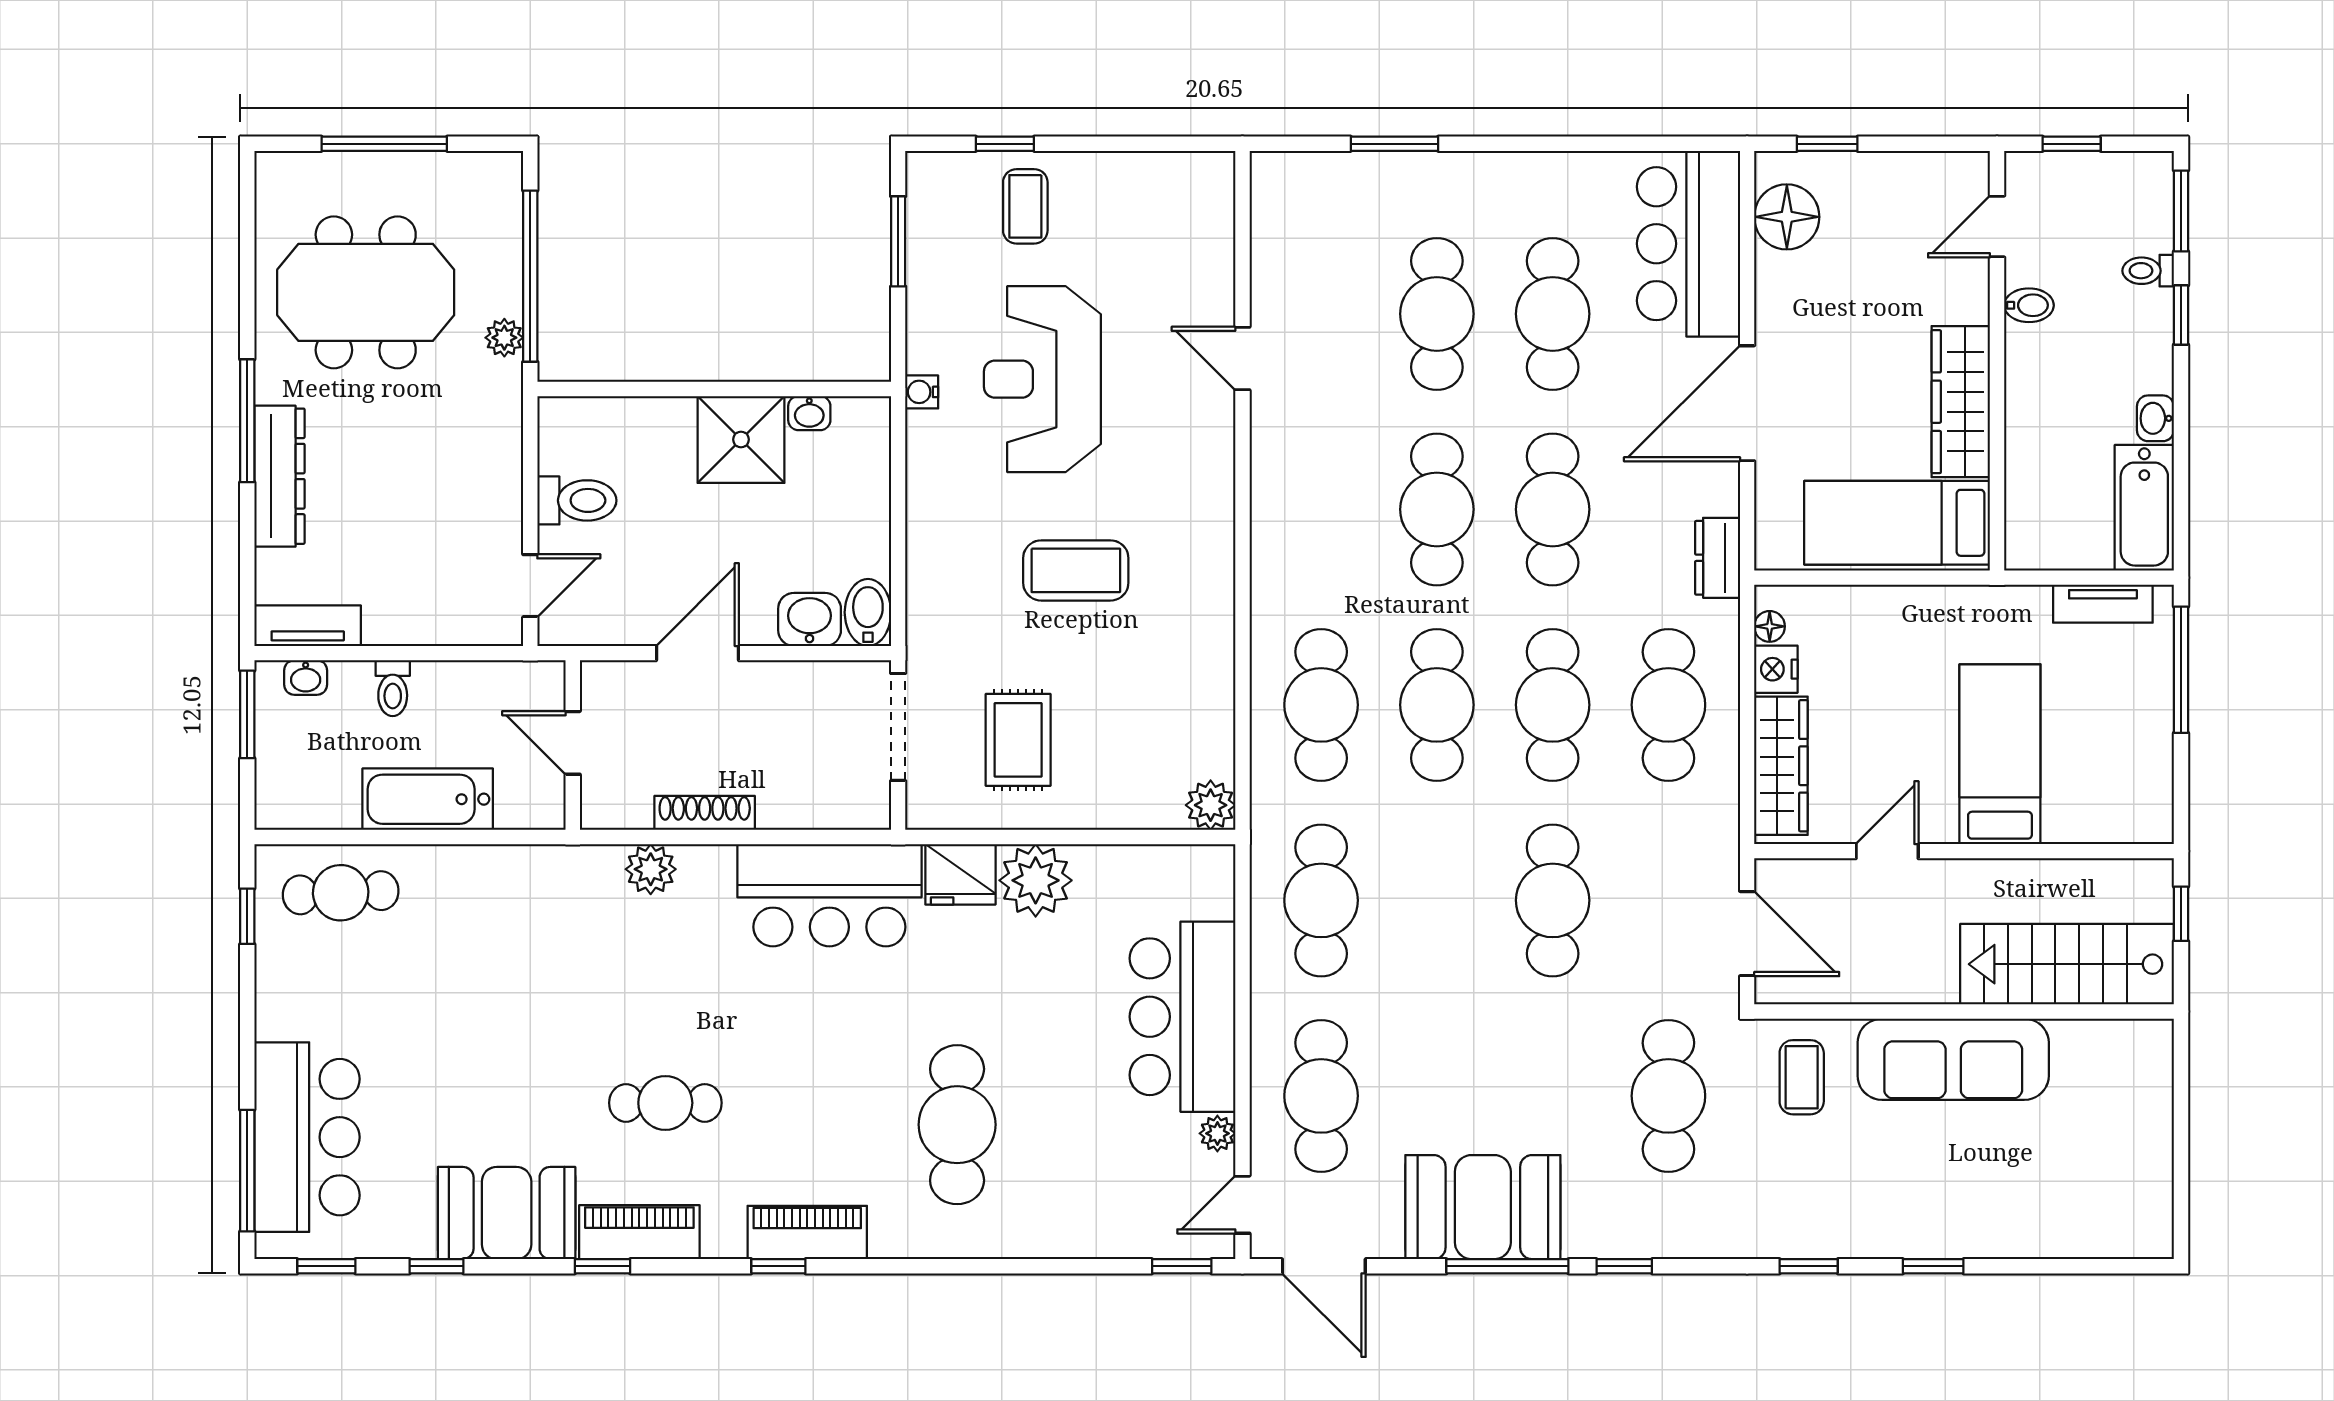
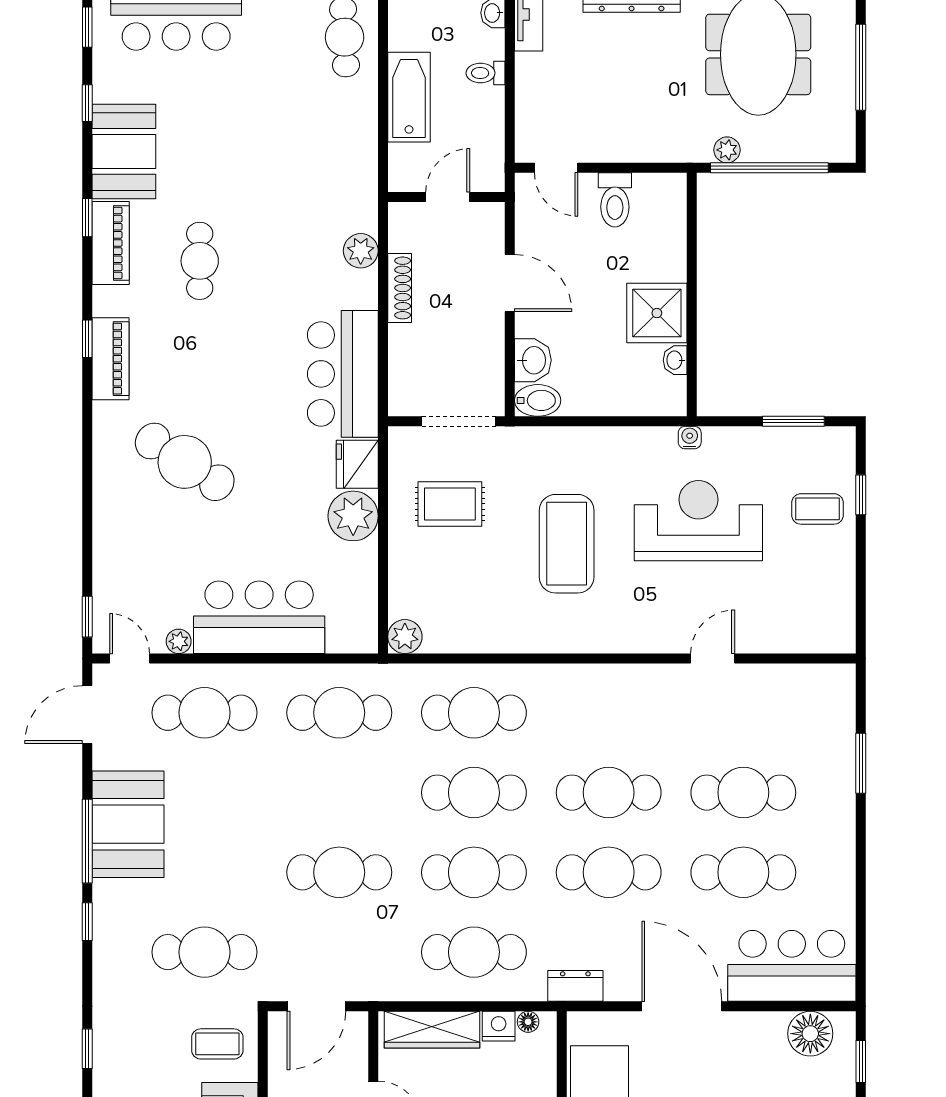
coffee table: (1076, 570) -> (567, 544), width x1.36, depth x1.32
cafe table: (957, 1125) -> (185, 462), turned 33

